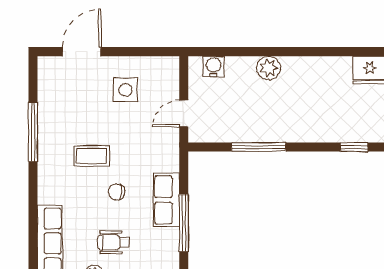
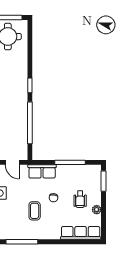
window: (259, 147) -> (30, 123), width x1.46
window: (354, 147) -> (30, 85), moved
row of seats: (166, 200) -> (42, 171), moved

